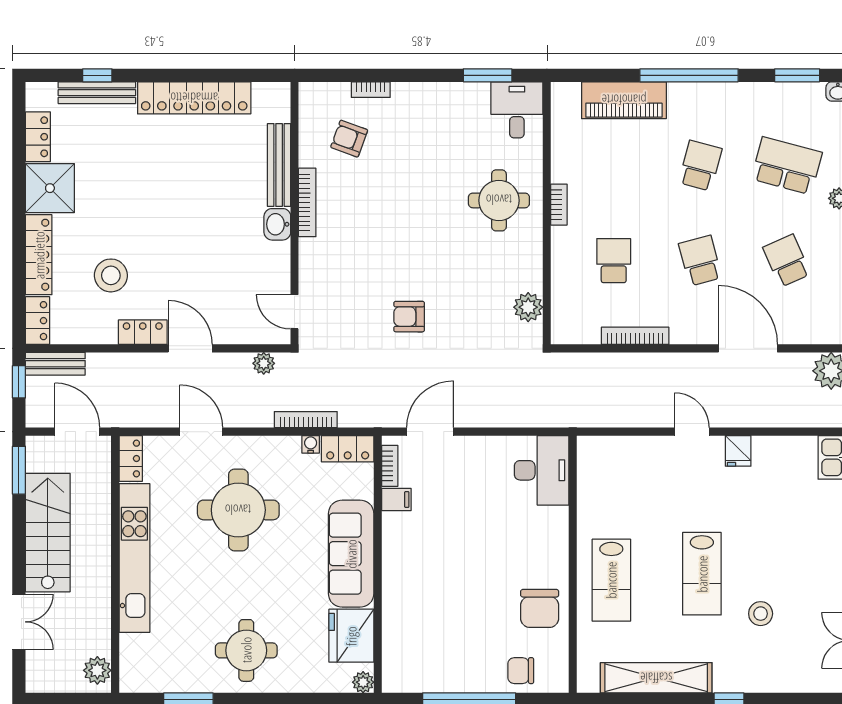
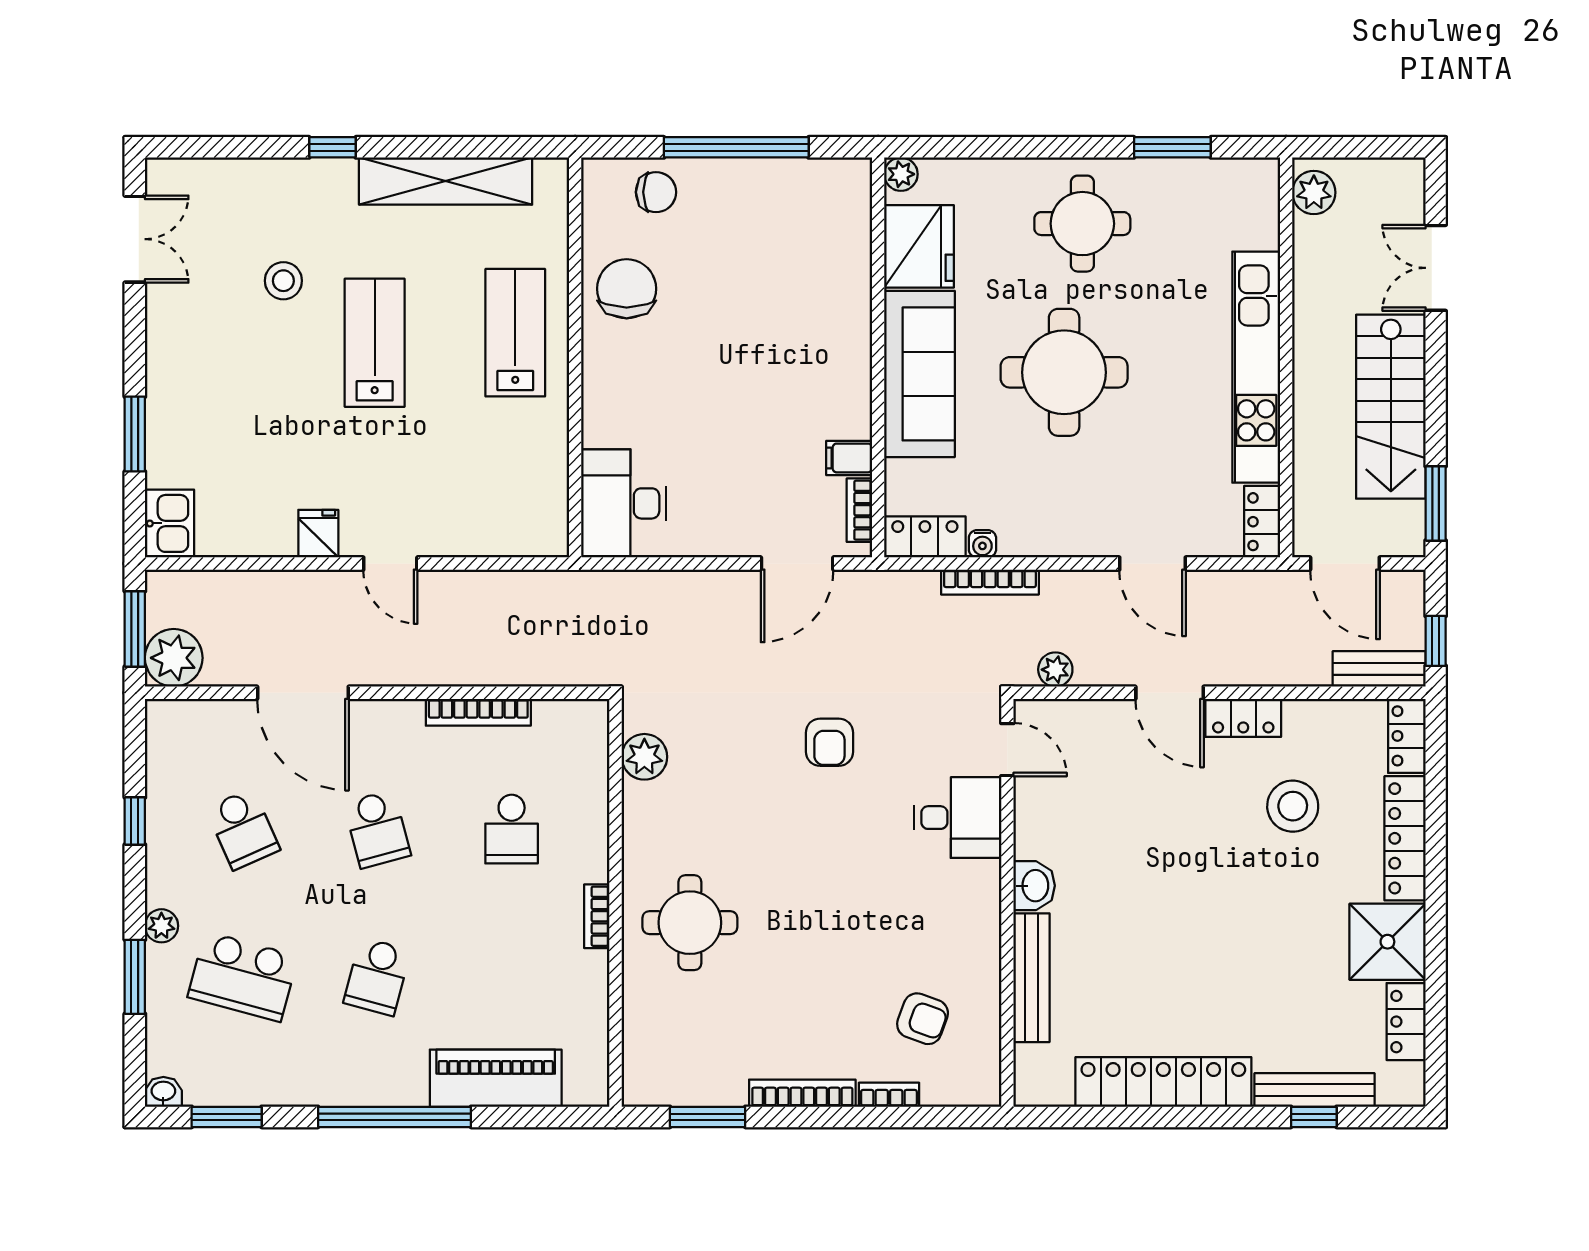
desk: (517, 110) -> (958, 818), moved, turned -90
bookcase: (307, 202) -> (802, 1093), moved, turned 90
armchair: (409, 317) -> (829, 742), turned 90
round table: (238, 510) -> (1064, 372), moved

